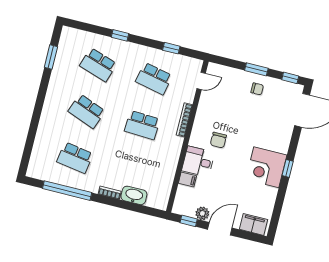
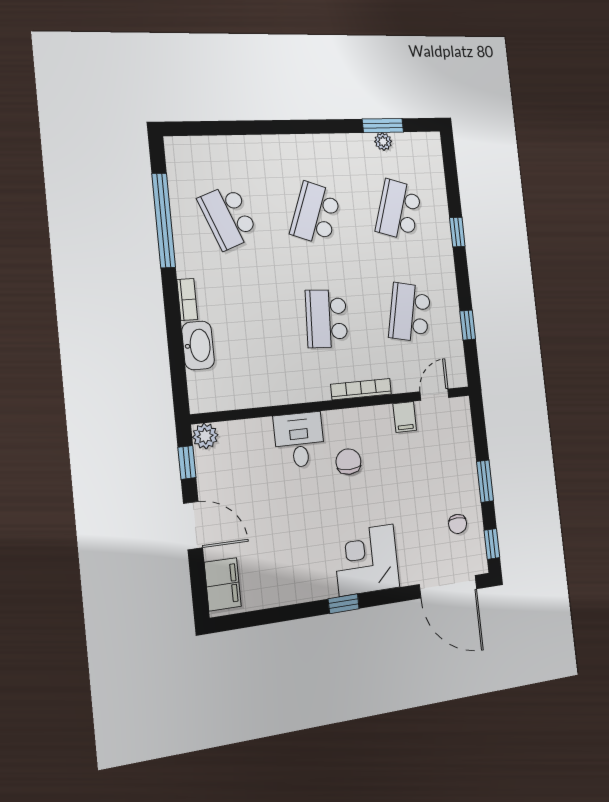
plant: (59, 60) -> (383, 142), added
door: (201, 81) -> (434, 395), swing flipped
chair: (257, 89) -> (458, 524), moved
chair: (218, 140) -> (348, 462), turned 90
school desk: (75, 158) -> (228, 217), turned -30
corner desk: (266, 167) -> (366, 560), moved
filing cabinet: (187, 179) -> (405, 417), moved
plant: (202, 213) -> (205, 436), moved

